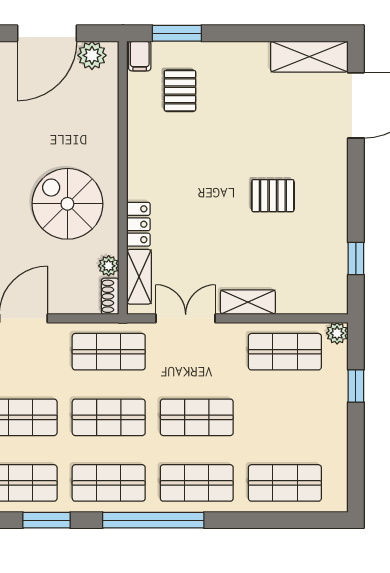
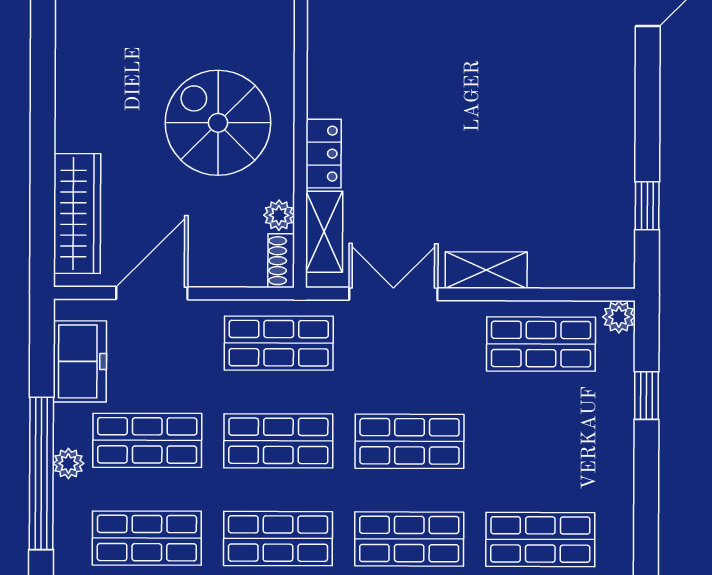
pallet: (273, 196) -> (524, 112), removed

